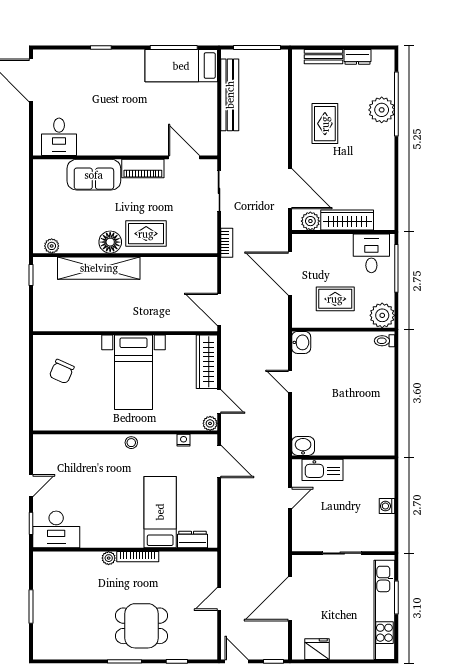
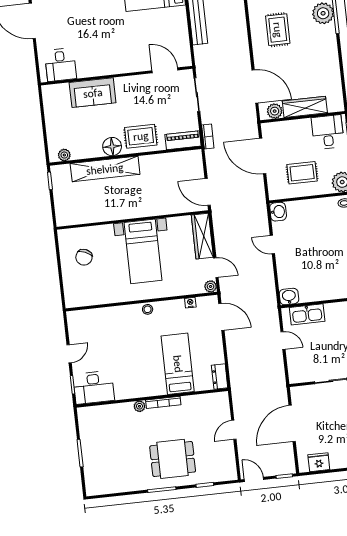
piano: (143, 169) -> (183, 140), moved, turned 180
door: (290, 498) -> (283, 341), hinge flipped
dresser: (192, 539) -> (220, 377), moved, turned -90

